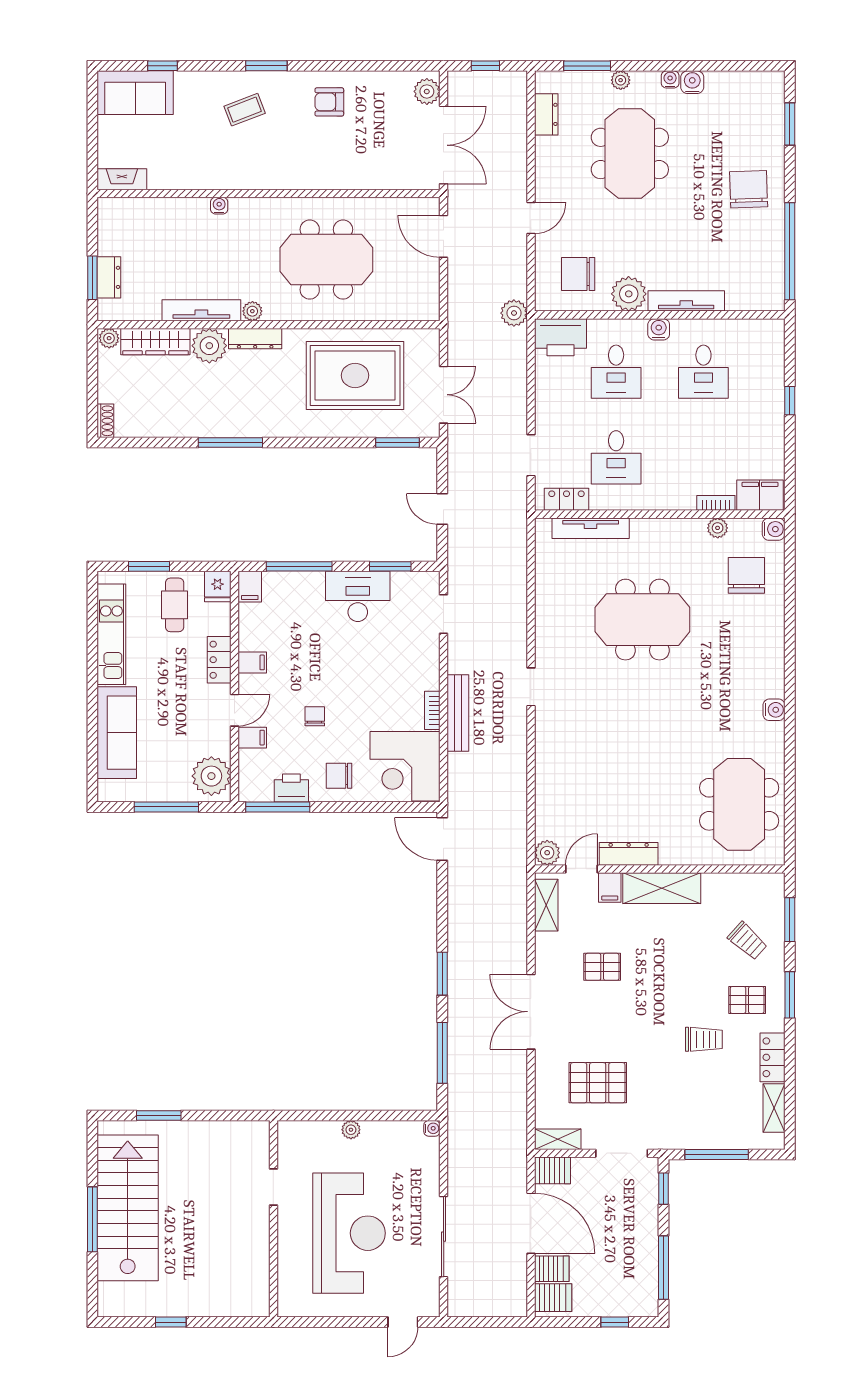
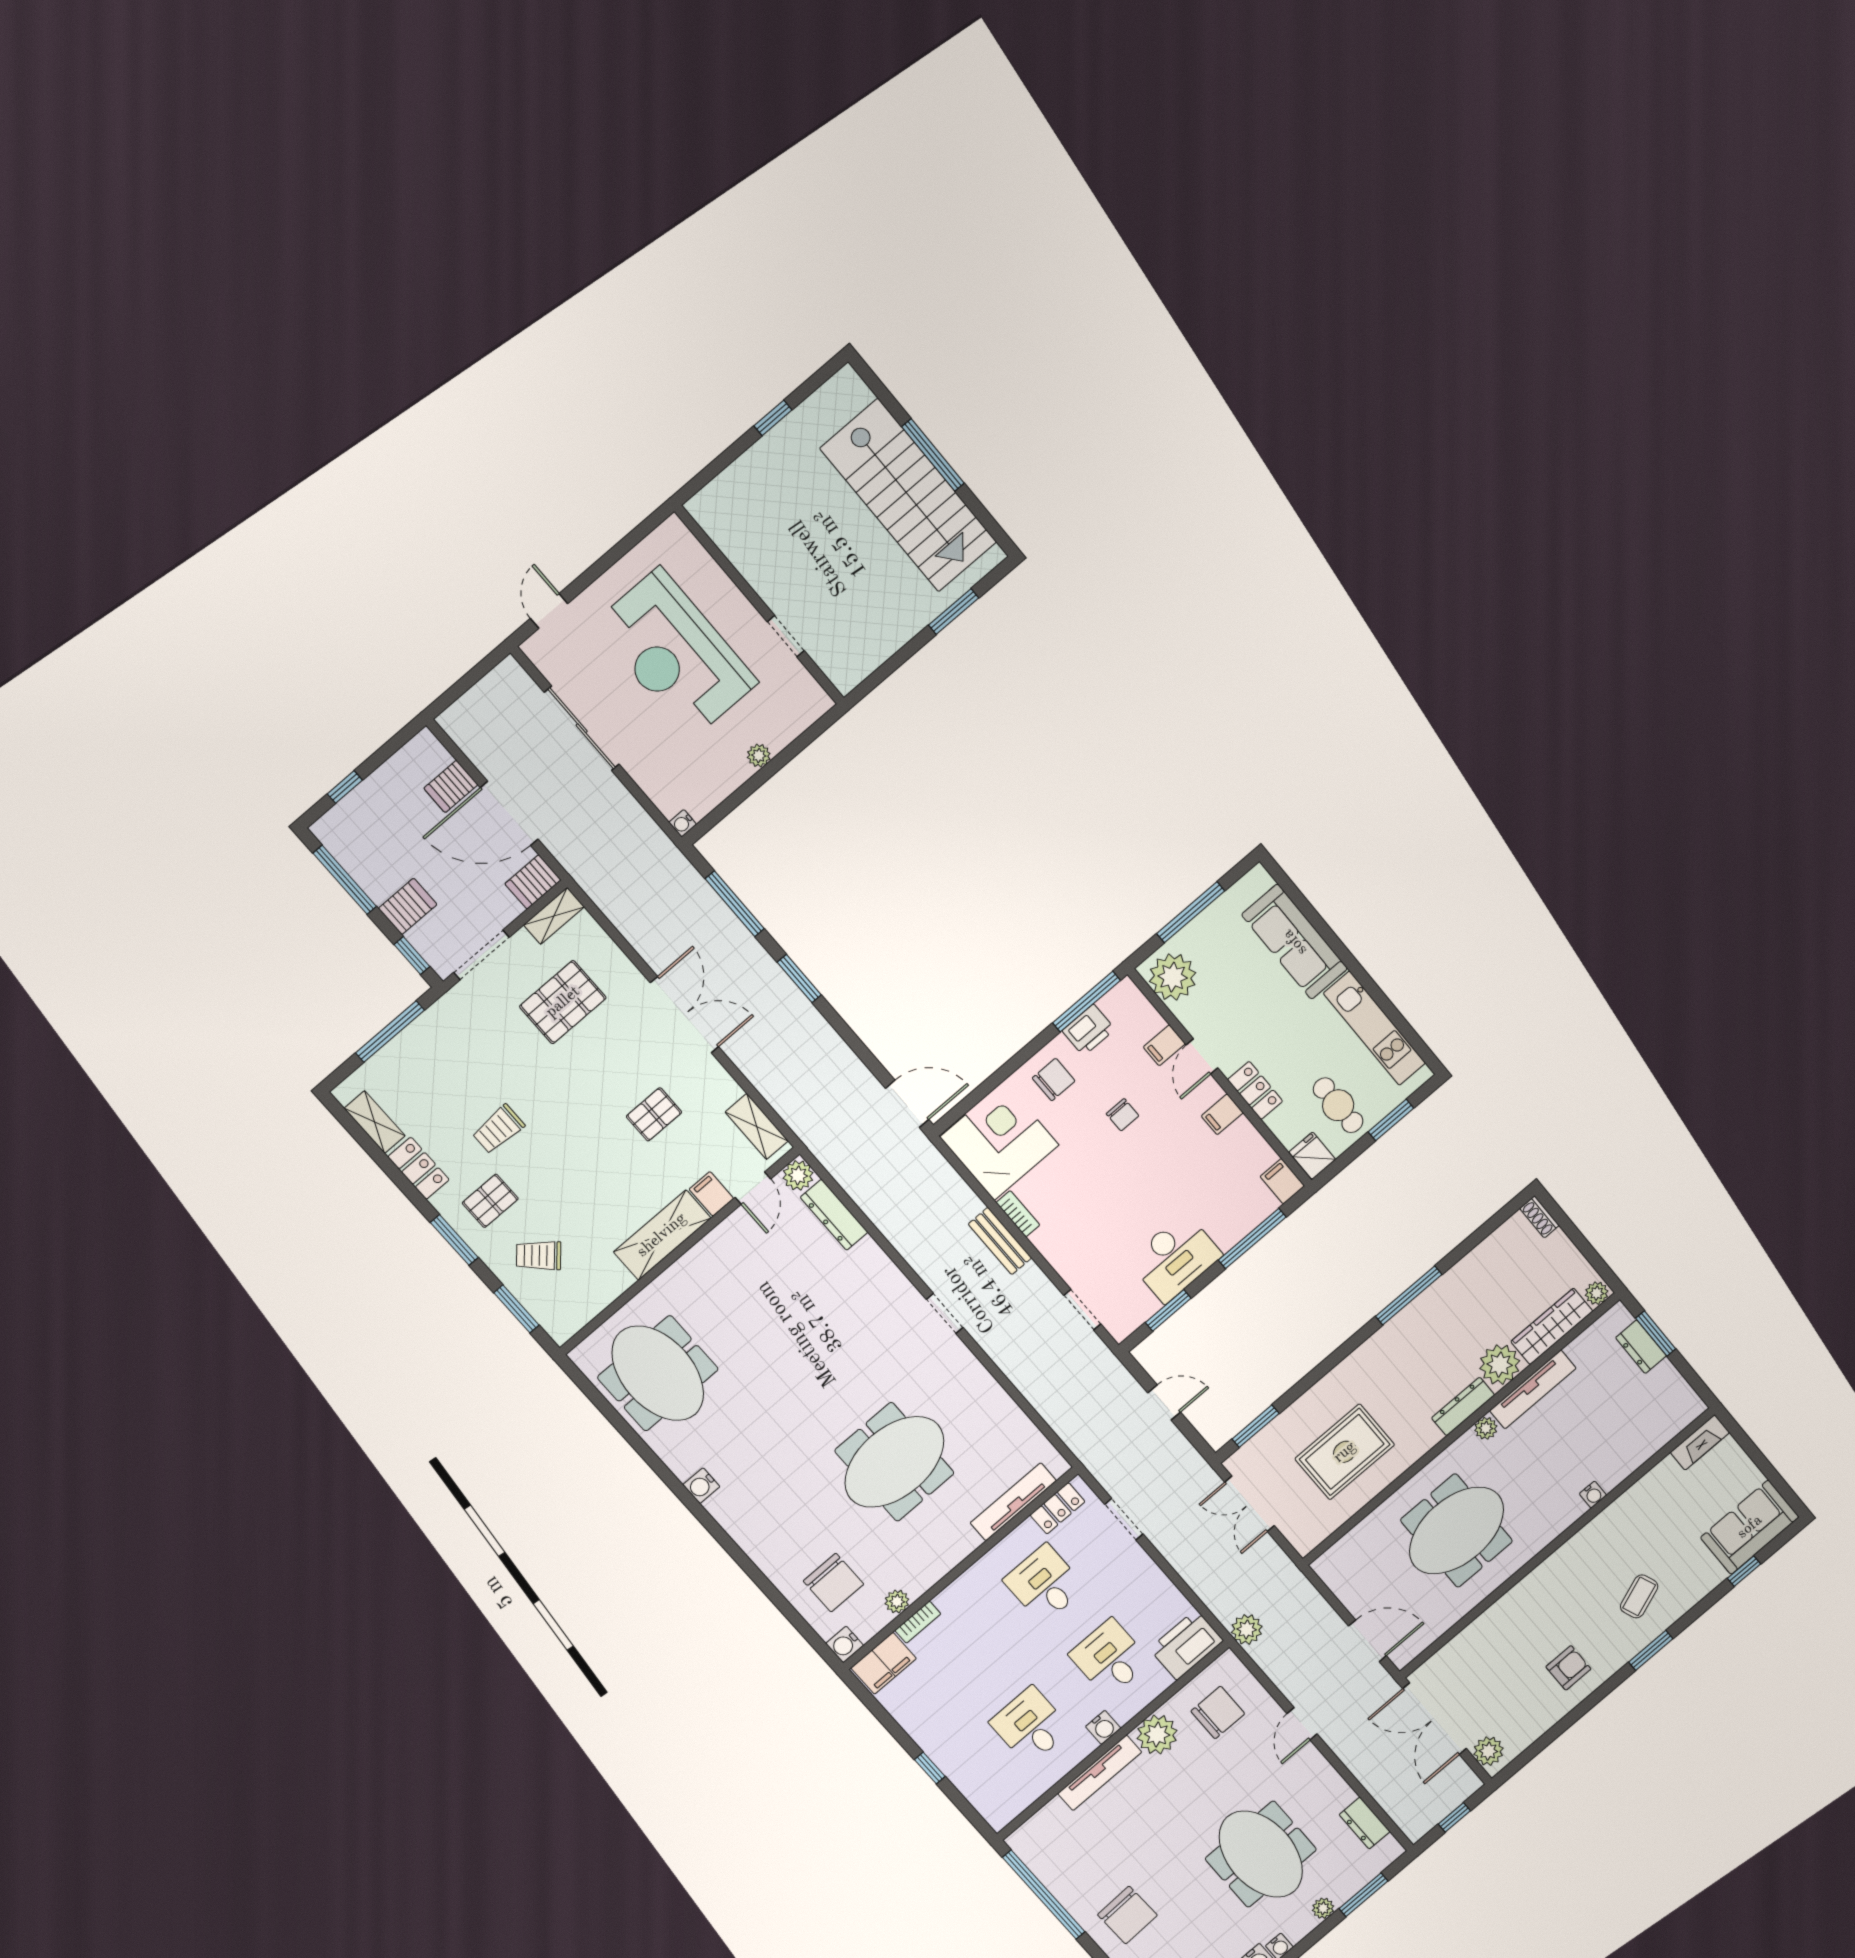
rug: (355, 375) -> (1345, 1452), width x0.73, depth x0.69
bench: (458, 713) -> (1000, 1241), width x0.73
dresser: (629, 854) -> (834, 1215), moved, turned 90
server rack: (553, 1298) -> (408, 906), moved, turned 180

